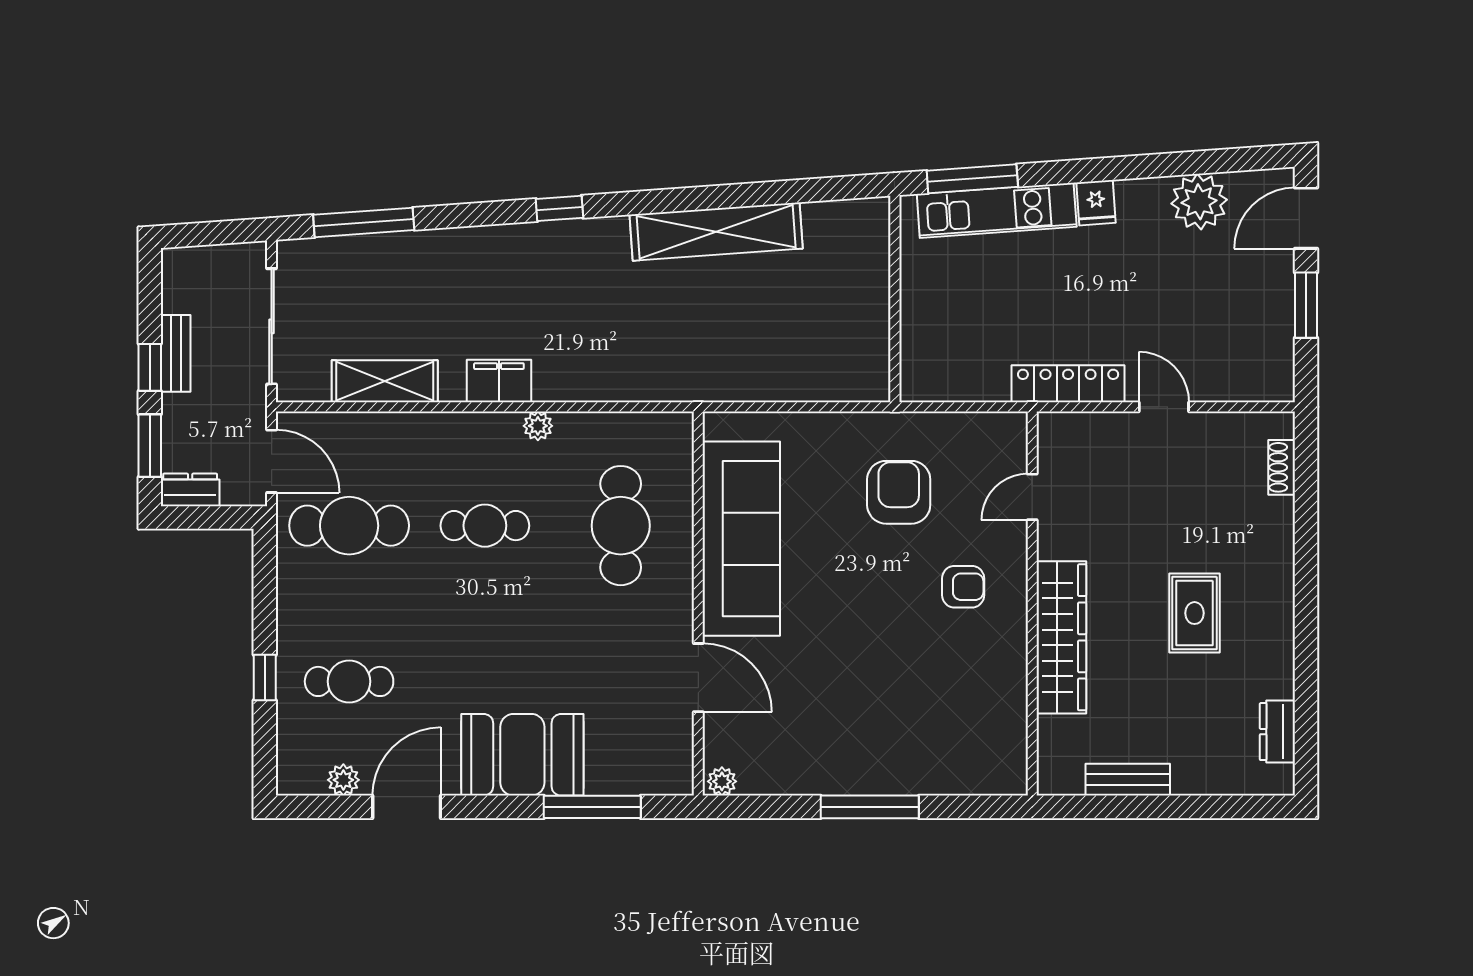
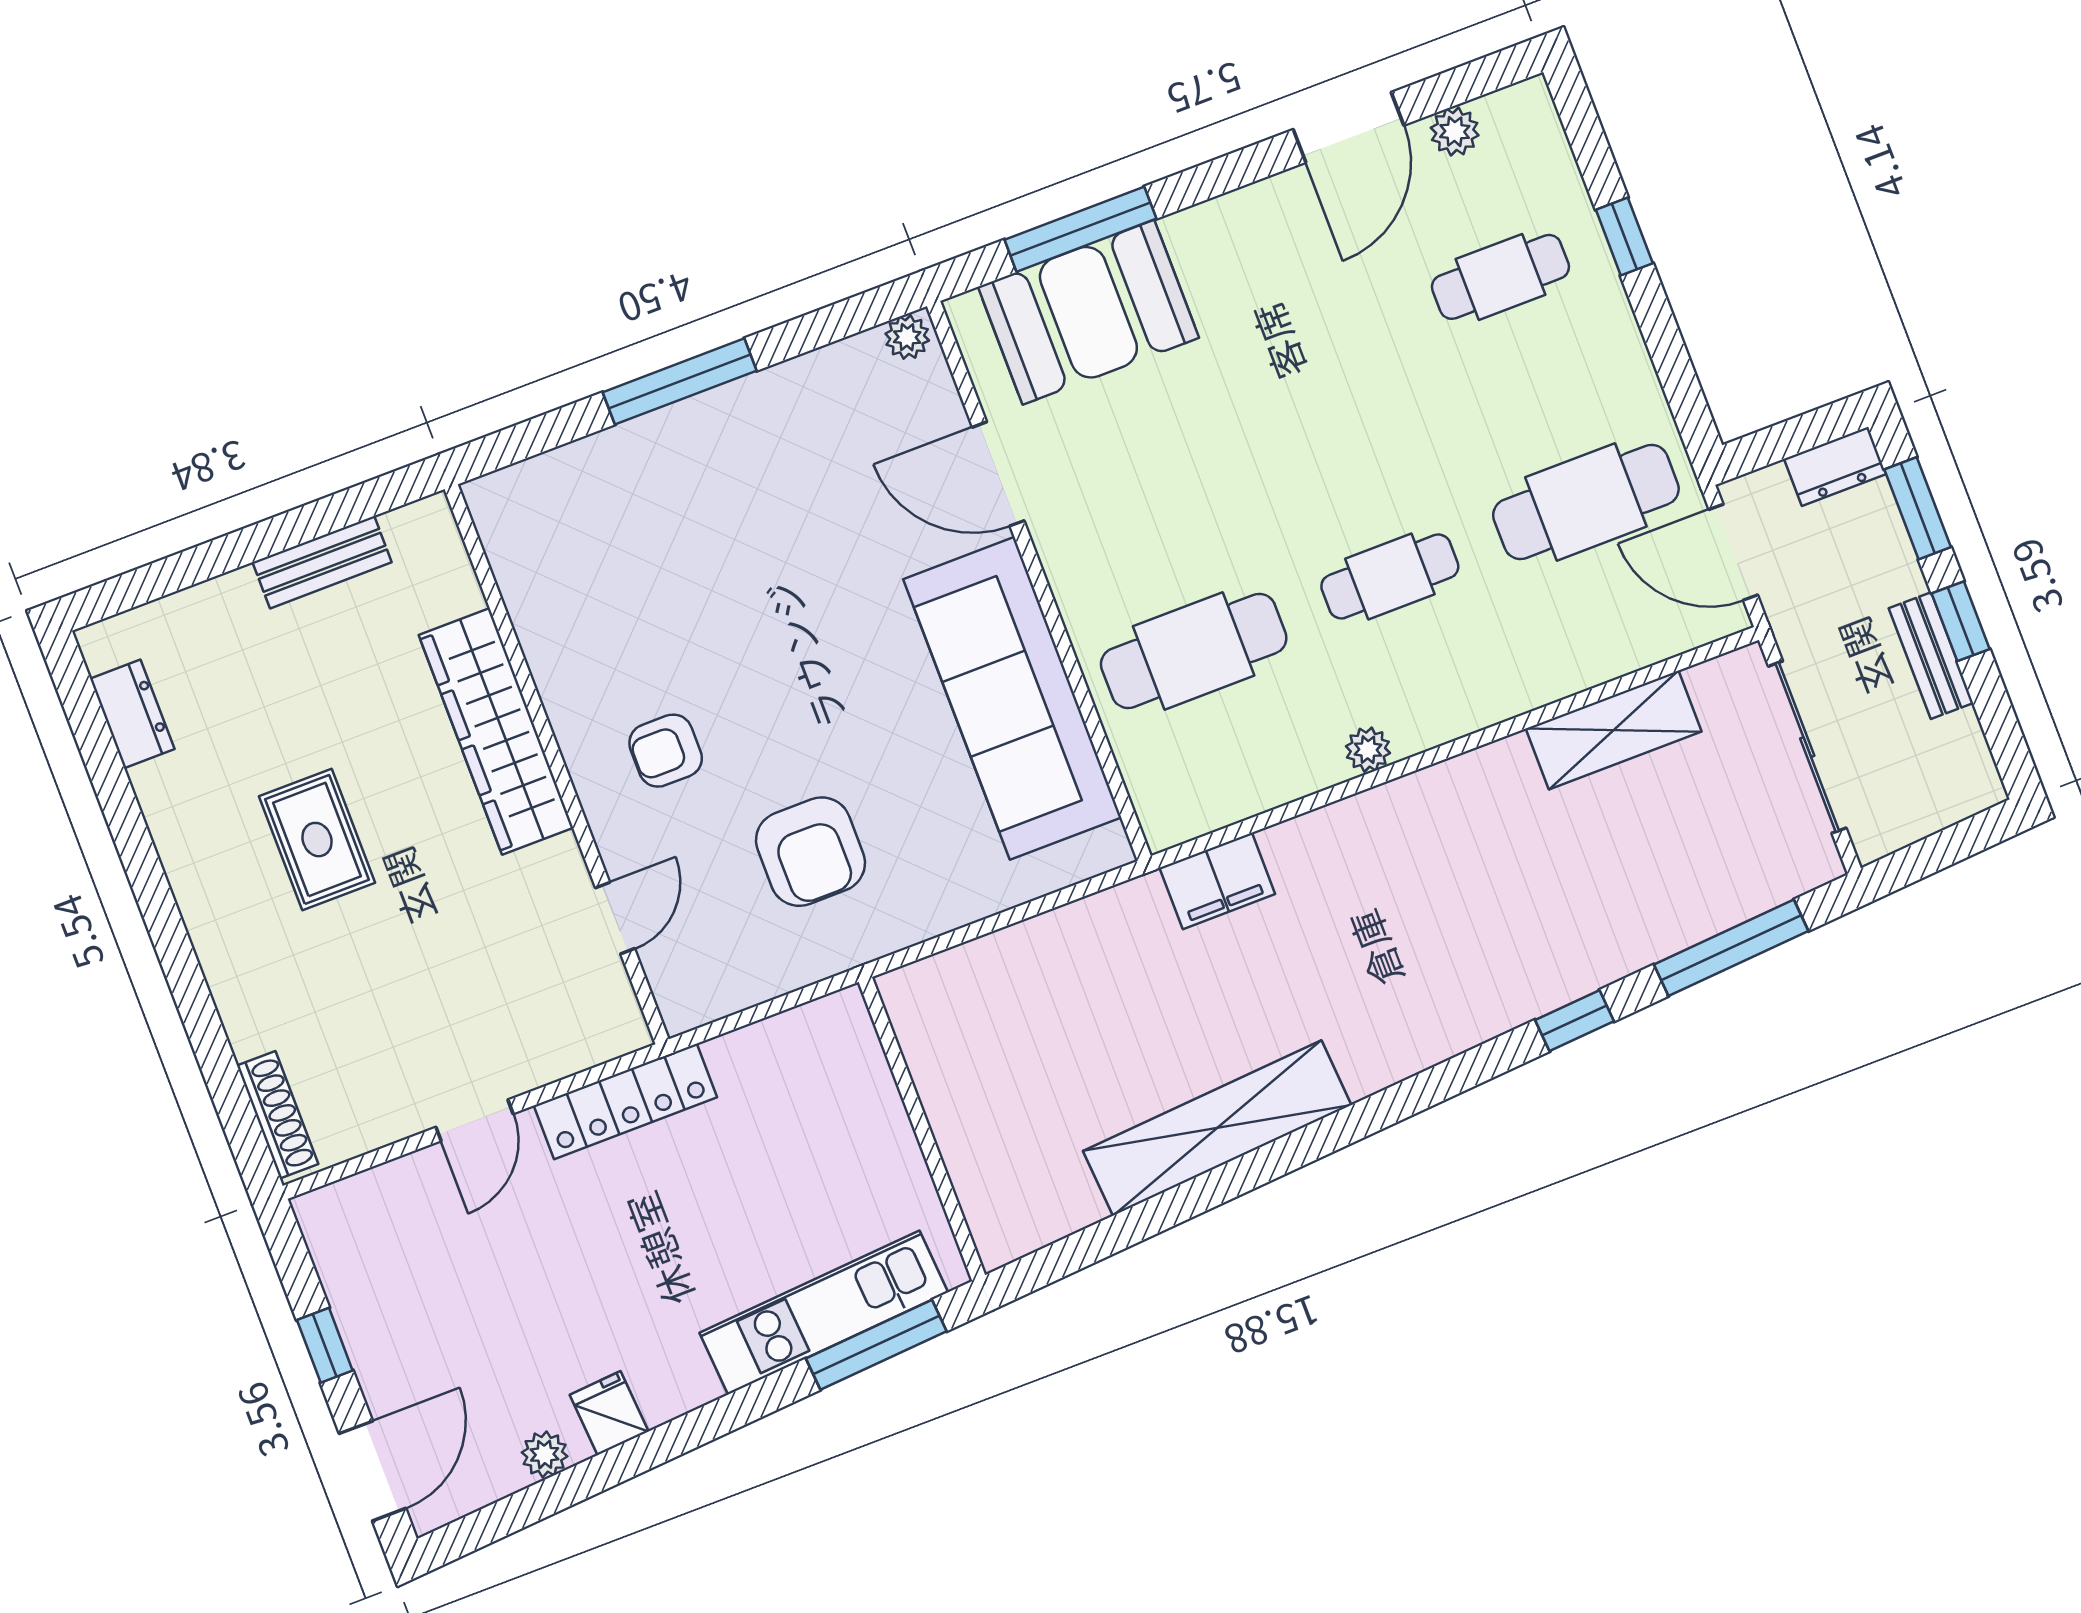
plant: (1199, 202) -> (545, 1454), width x0.53, depth x0.53
fridge: (1096, 203) -> (609, 1413), moved
window: (559, 208) -> (1574, 1021), moved
window: (1306, 305) -> (325, 1345), width x0.67
filing cabinet: (499, 381) -> (1217, 881), moved
door: (1164, 407) -> (474, 1120), hinge flipped
shoe rack: (1282, 467) -> (278, 1115), width x1.43
cafe table: (621, 526) -> (1194, 651), turned 90
booth: (522, 755) -> (1088, 312), moved

